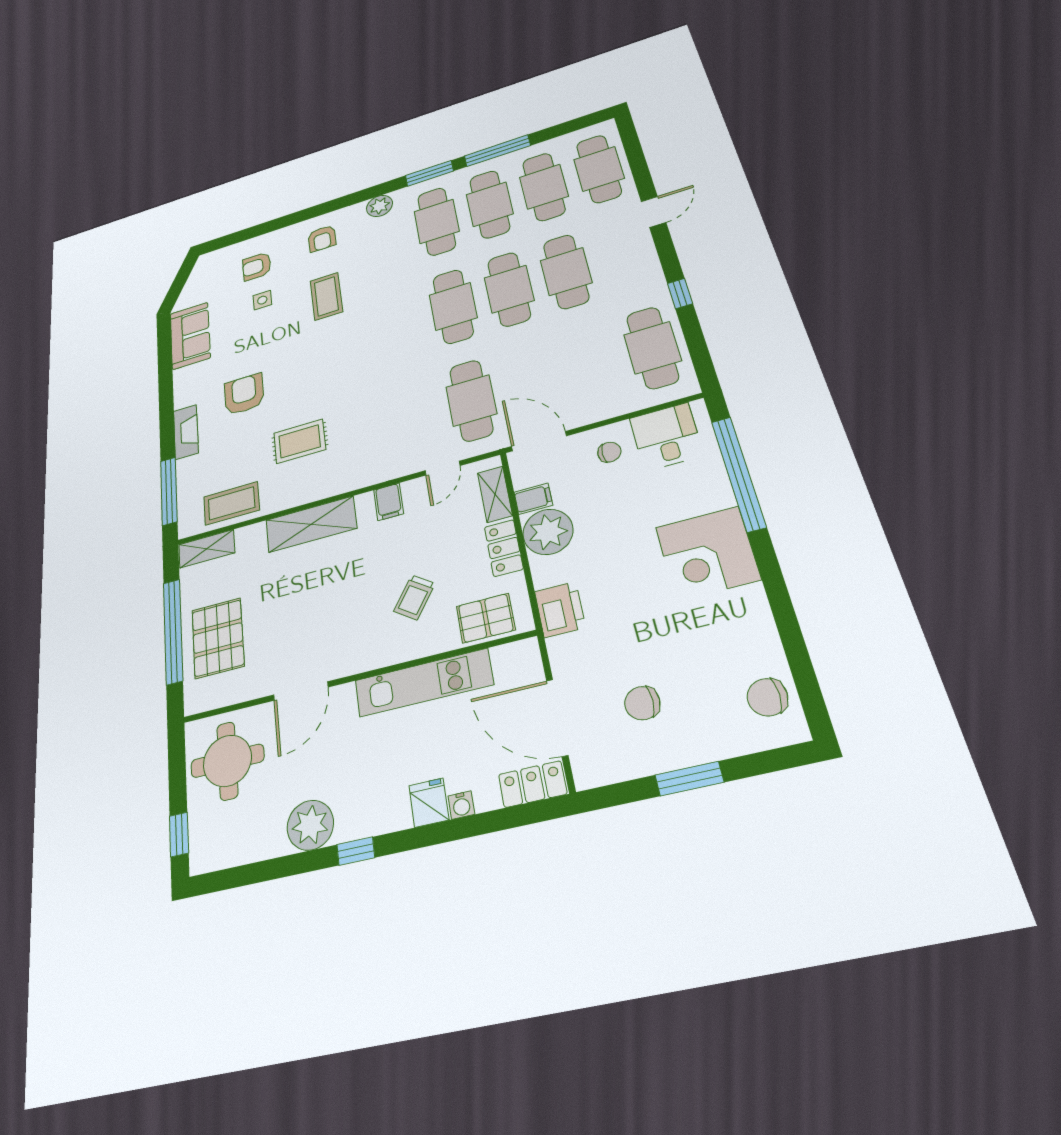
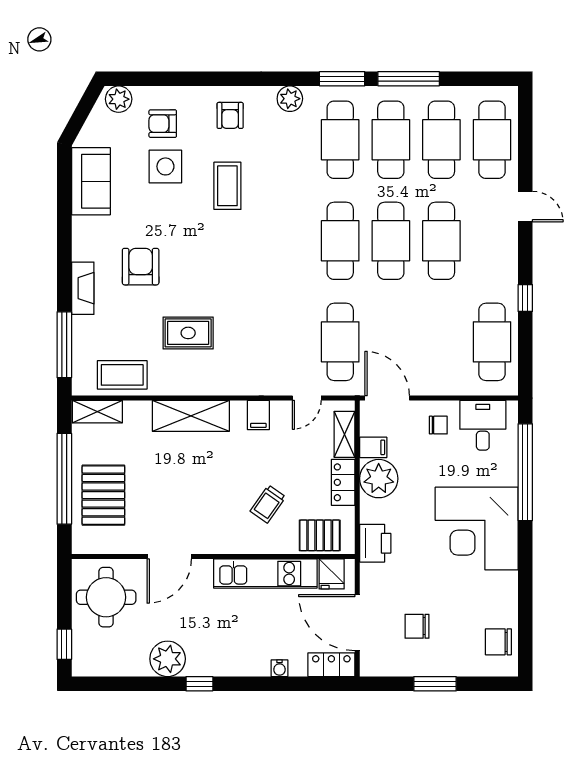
door: (654, 212) -> (525, 207), hinge flipped
plant: (213, 261) -> (119, 99), added
side table: (262, 300) -> (165, 166), width x1.87, depth x1.87
corner desk: (707, 553) -> (477, 529), width x1.36, depth x1.36
fridge: (429, 803) -> (332, 574), moved, turned 180

